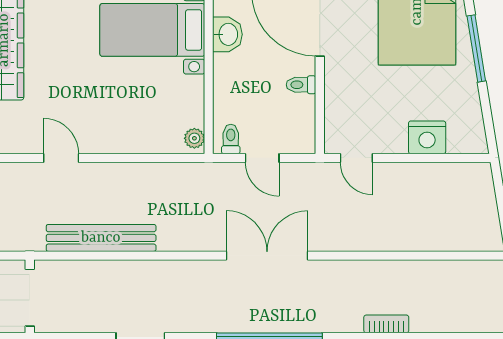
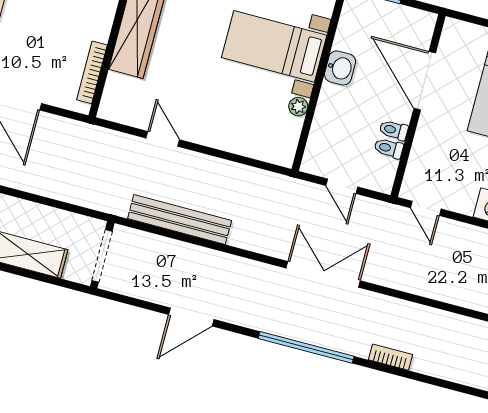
plant: (194, 138) -> (298, 107), moved
toilet: (231, 139) -> (389, 148), moved, turned -90
bookcase: (386, 324) -> (390, 357), moved

